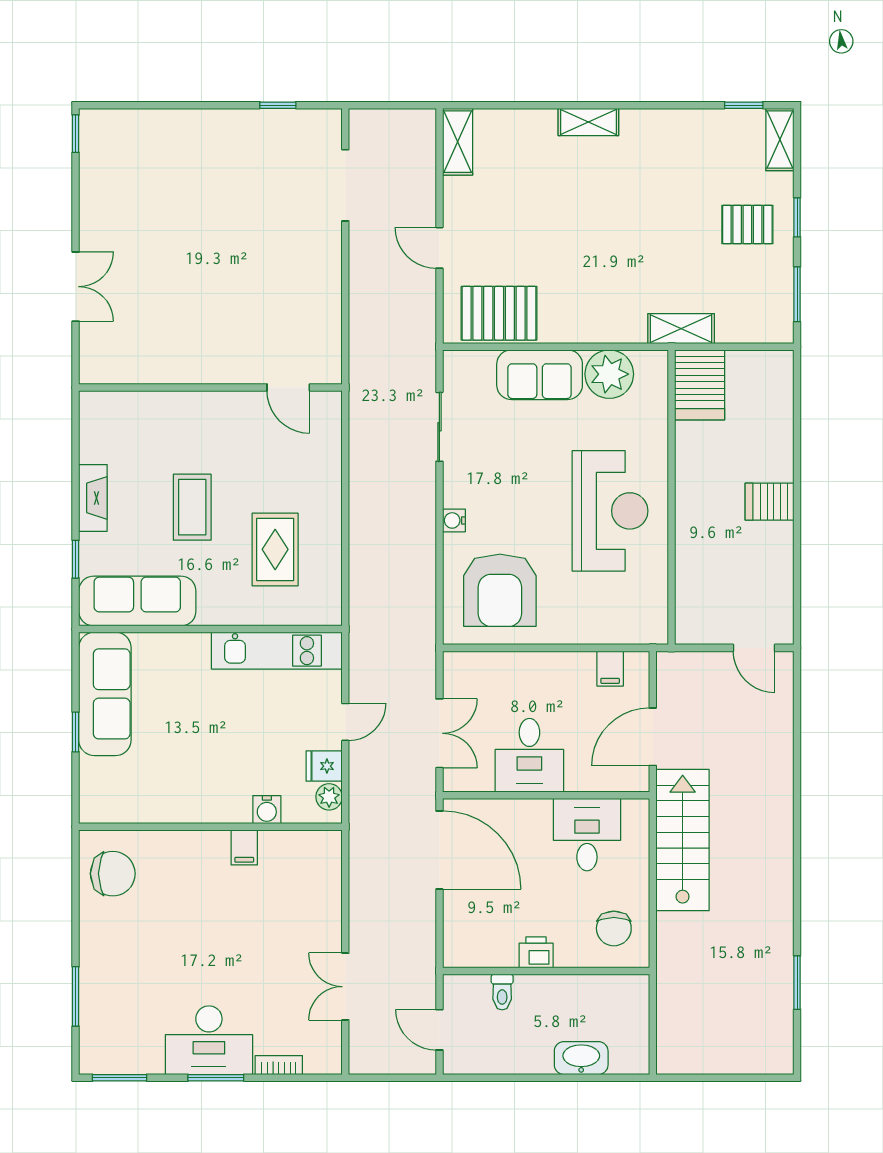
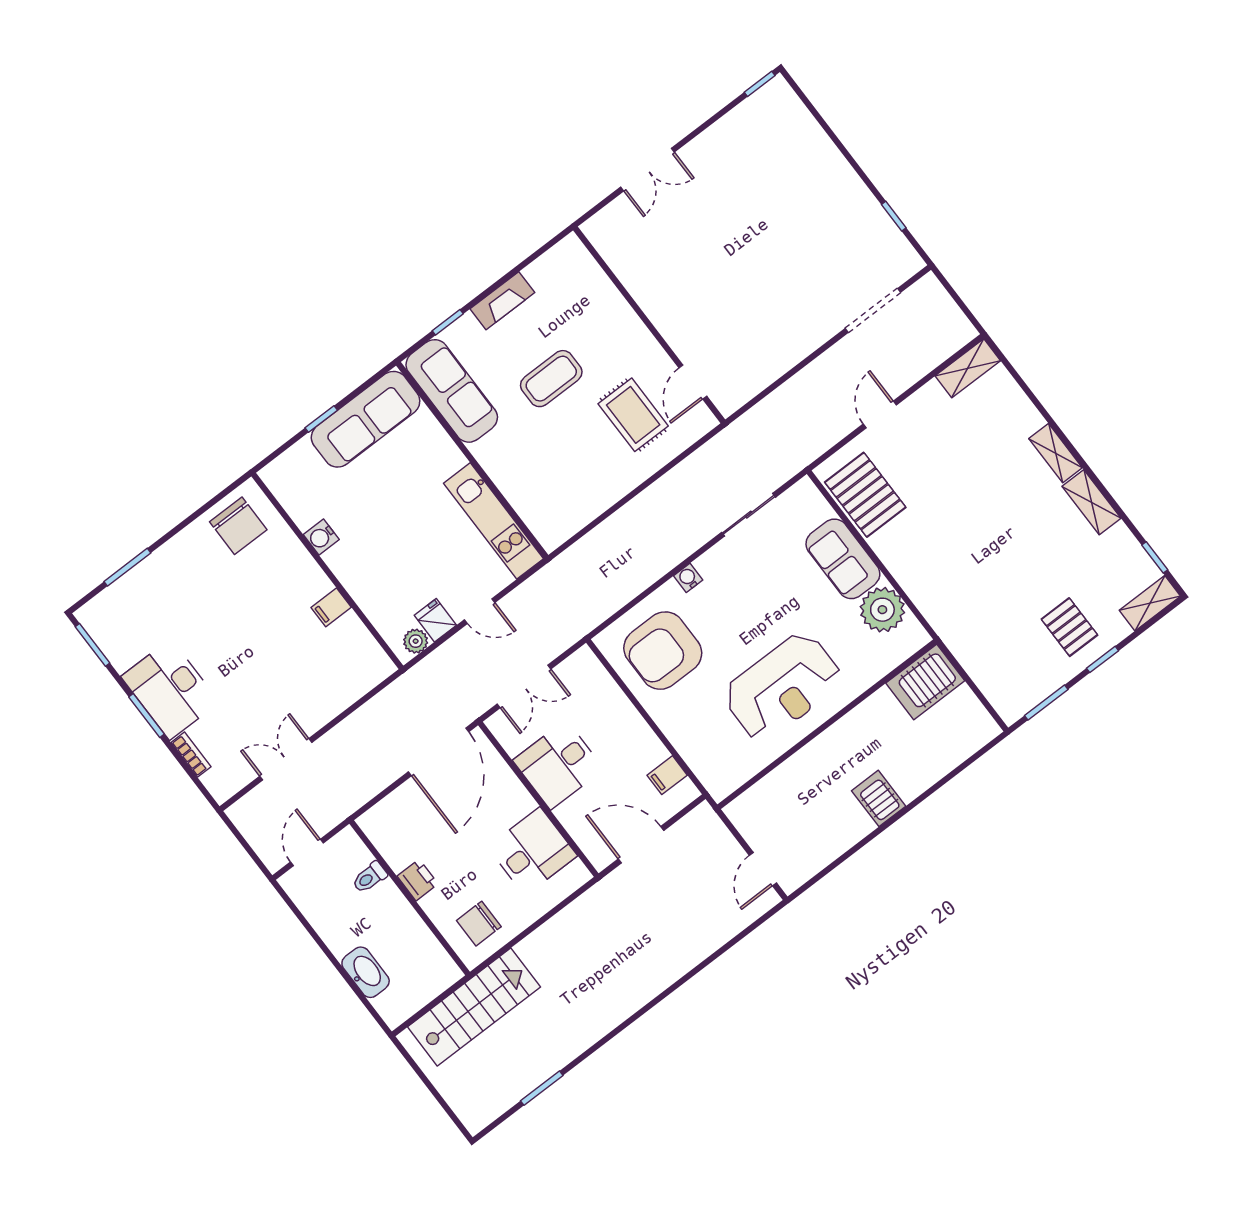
shelving: (681, 329) -> (1092, 502), moved
rug: (275, 549) -> (633, 415), moved, turned 90
water cooler: (267, 810) -> (321, 537), moved
stairs: (683, 840) -> (474, 1007), moved

